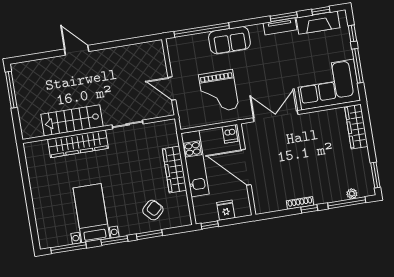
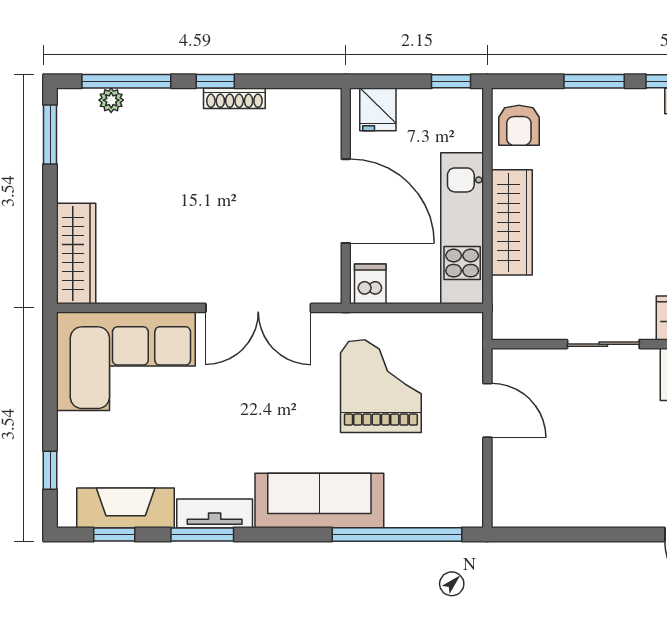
sofa: (229, 40) -> (319, 501), width x1.36
window: (358, 66) -> (50, 394), removed
armchair: (153, 210) -> (519, 125), moved, turned -47
fridge: (226, 210) -> (378, 109), moved

